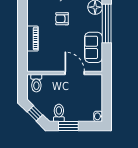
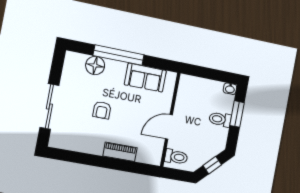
door: (75, 73) -> (169, 127), moved
toilet: (59, 113) -> (220, 119), moved
window: (68, 126) -> (237, 114), moved

